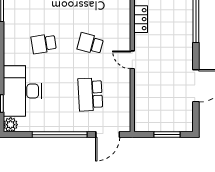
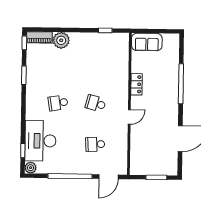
door: (132, 60) -> (129, 117), swing flipped
school desk: (90, 94) -> (95, 144), width x0.54

